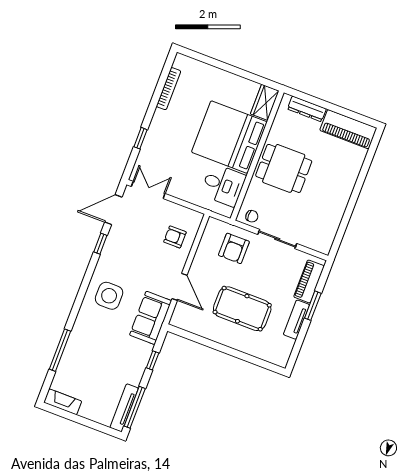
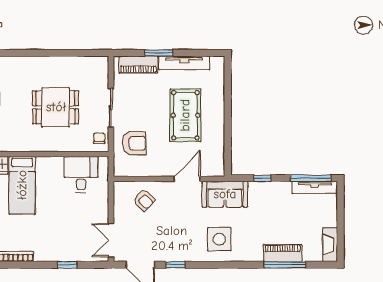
bed: (229, 137) -> (22, 185), width x0.49
dining table: (284, 168) -> (56, 107), moved, turned 90
armchair: (175, 237) -> (144, 200), turned -47
tv unit: (296, 320) -> (184, 63), width x1.41
piano: (72, 352) -> (283, 253), added

